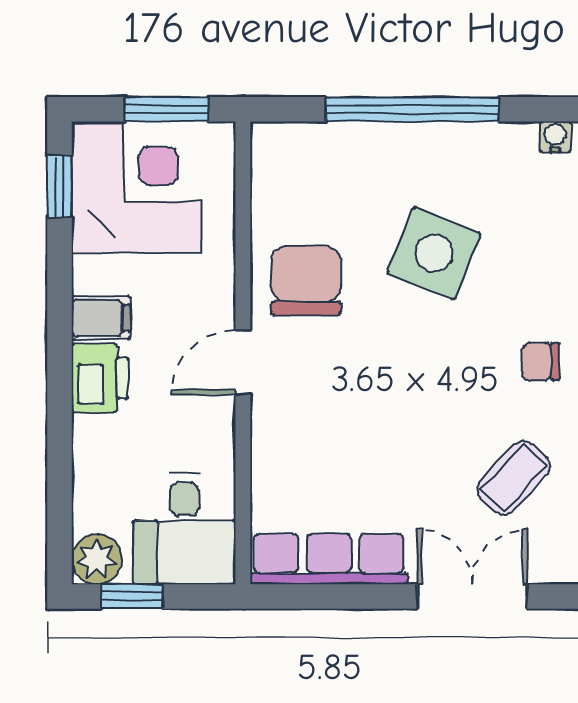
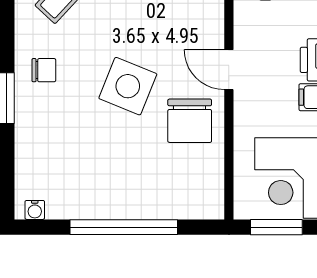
side table: (434, 253) -> (128, 86), moved
door: (243, 362) -> (229, 70), swing flipped

